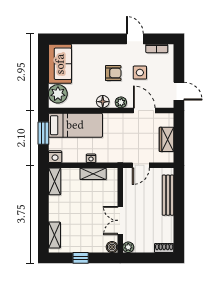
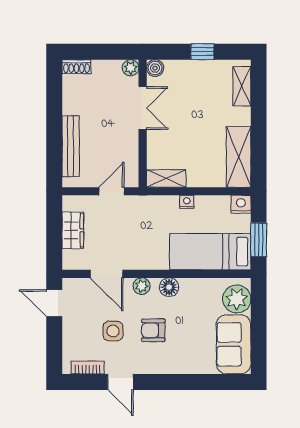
shelving: (93, 174) -> (166, 179), moved
shelving: (55, 181) -> (239, 157), width x1.50, depth x1.33

